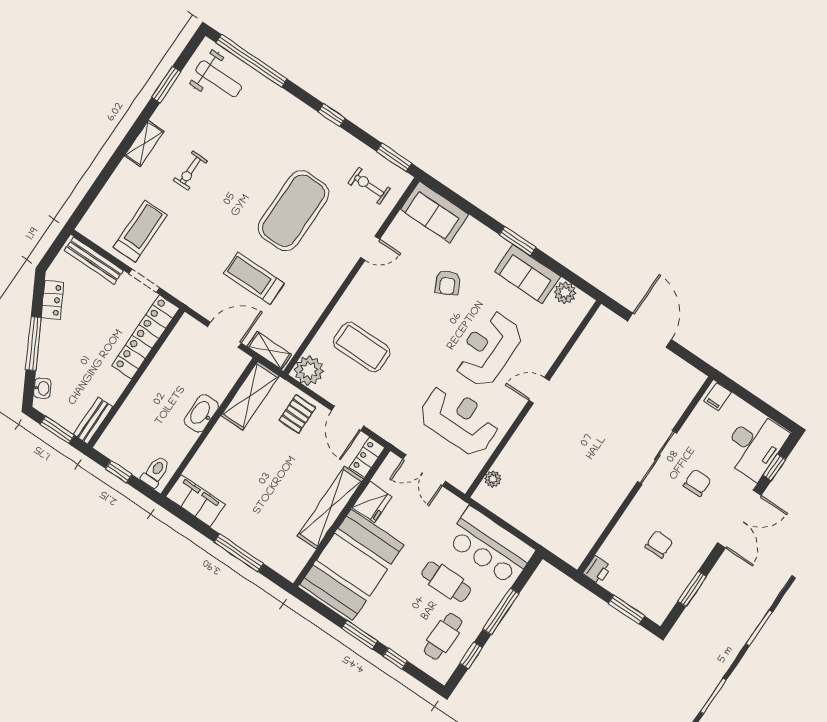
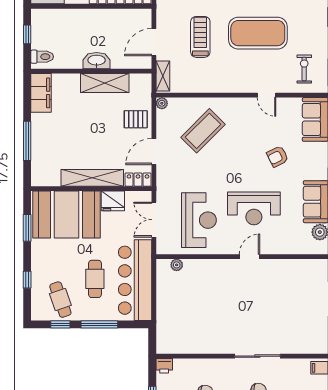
door: (224, 335) -> (154, 42), swing flipped
coffee table: (362, 347) -> (203, 131), turned 45
reception desk: (488, 349) -> (254, 208), turned 180
plant: (309, 371) -> (162, 103), width x0.53, depth x0.53
door: (539, 390) -> (250, 257), hinge flipped
shelving: (250, 396) -> (105, 83), moved
bar counter: (490, 546) -> (135, 280), width x1.36
window: (360, 635) -> (27, 228), moved
cafe table: (443, 636) -> (60, 300), turned 71

